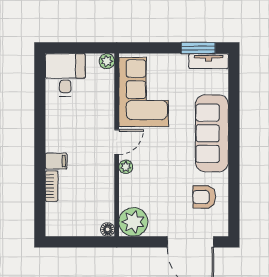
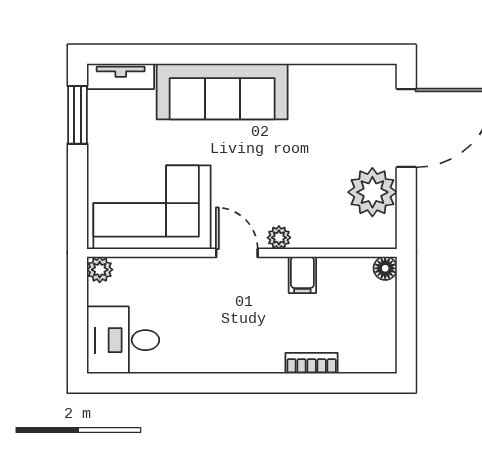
tv unit: (209, 61) -> (121, 76), moved, turned 90
filing cabinet: (56, 161) -> (302, 275), moved, turned 180
armchair: (204, 197) -> (330, 105), removed
plant: (133, 222) -> (372, 192), moved

